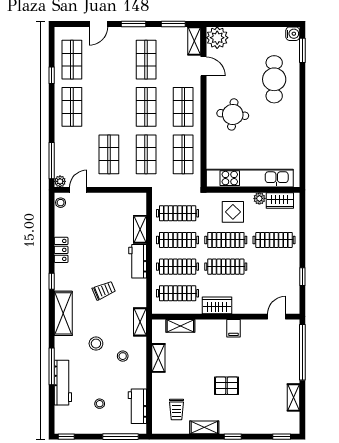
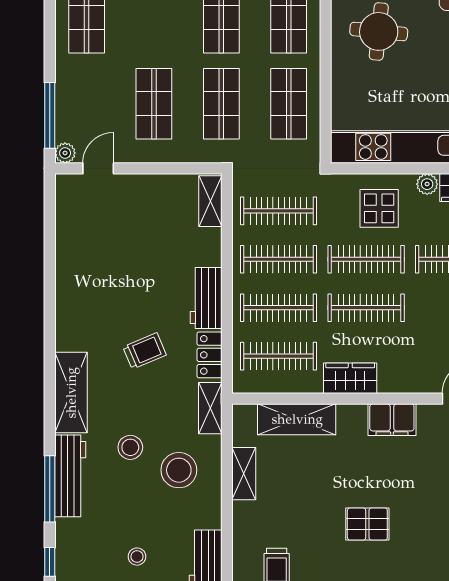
stool: (61, 203) -> (66, 192), removed
shelving: (140, 229) -> (210, 201), moved
locker: (61, 250) -> (209, 355), moved, turned 180
window: (52, 281) -> (50, 562), moved
shelving: (180, 326) -> (297, 419), width x1.50, depth x1.33
filing cabinet: (233, 328) -> (392, 420), width x2.00
stool: (123, 356) -> (179, 470), width x1.89, depth x1.89
workbench: (63, 383) -> (70, 476), moved

